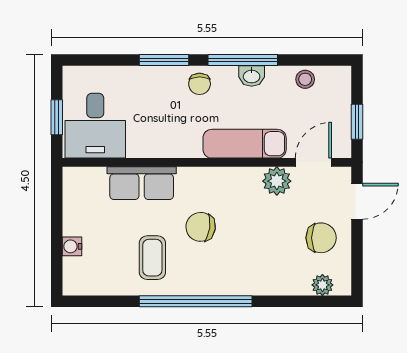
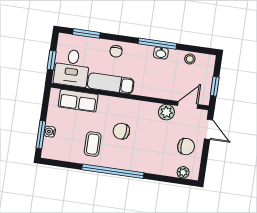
window: (164, 60) -> (86, 33), moved
chair: (200, 84) -> (116, 51), moved
exam couch: (245, 144) -> (111, 83), moved
row of seats: (142, 183) -> (78, 101), moved
door: (357, 201) -> (208, 129), hinge flipped
window: (57, 254) -> (41, 135), added

